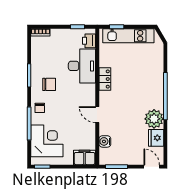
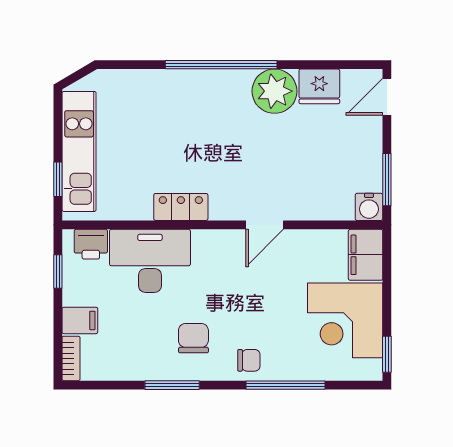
filing cabinet: (57, 36) -> (80, 320), added
corner desk: (47, 141) -> (345, 320), moved, turned -90
water cooler: (105, 141) -> (369, 207), moved

